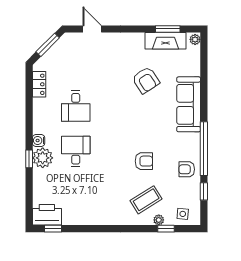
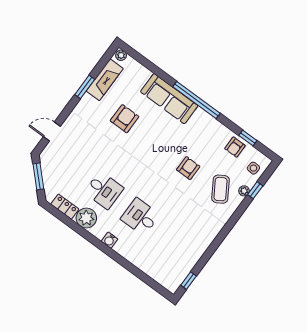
window: (168, 29) -> (85, 87), moved
armchair: (146, 80) -> (125, 119), turned -57
window: (204, 149) -> (196, 100), moved
plant: (43, 158) -> (86, 218), moved
window: (29, 159) -> (119, 259), removed
armchair: (187, 169) -> (235, 147), moved
printer: (47, 215) -> (174, 277), removed

